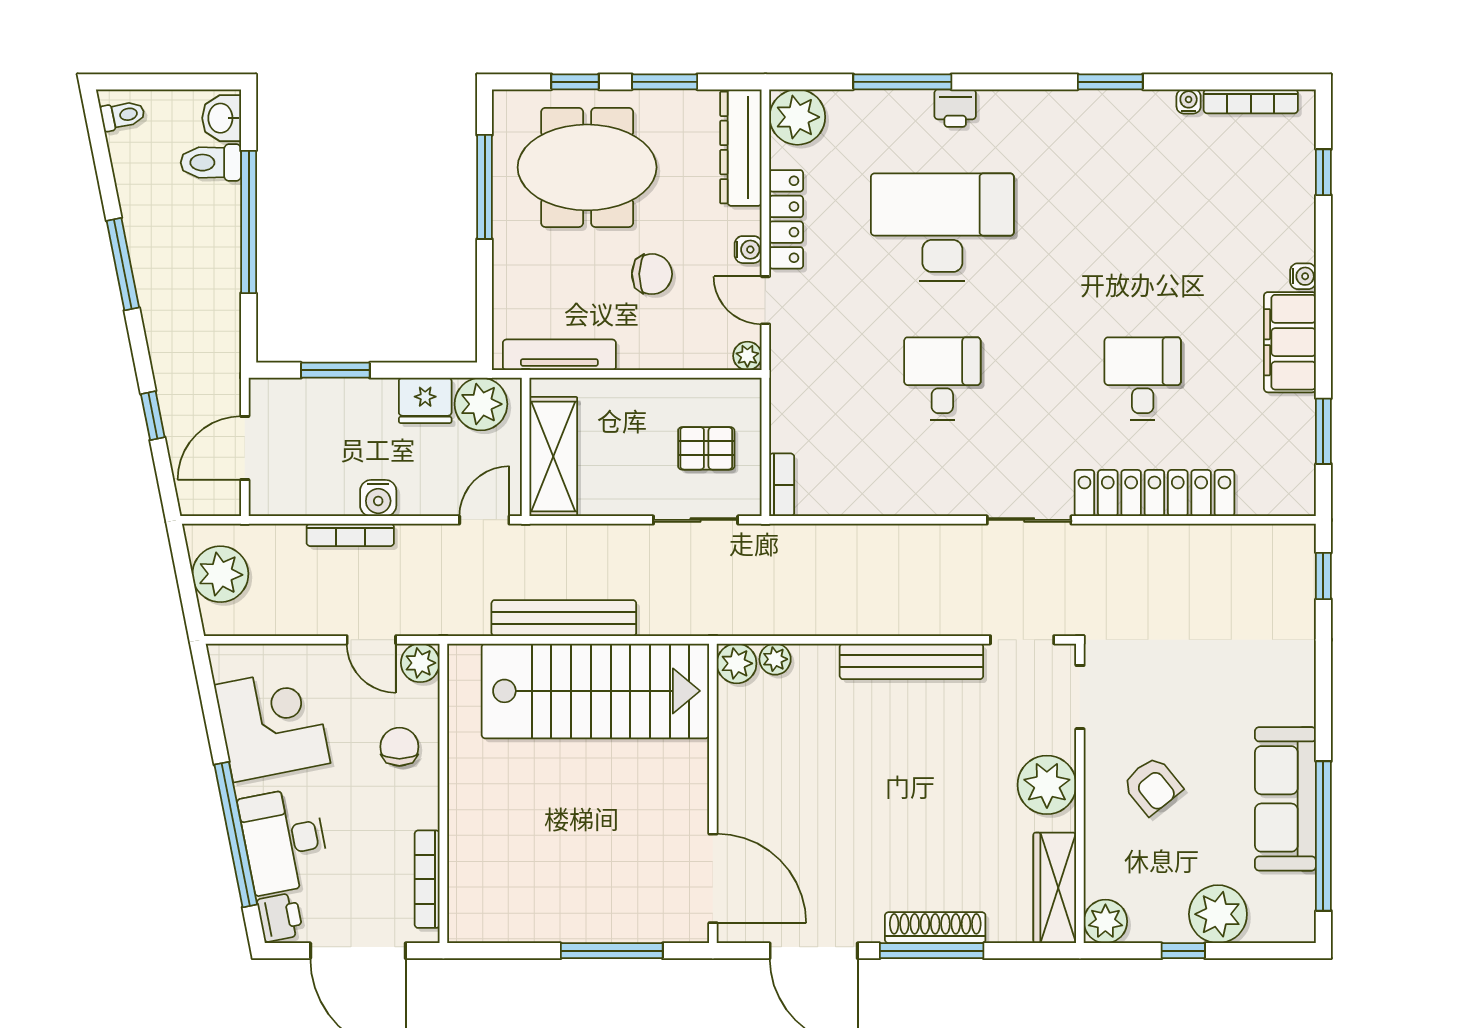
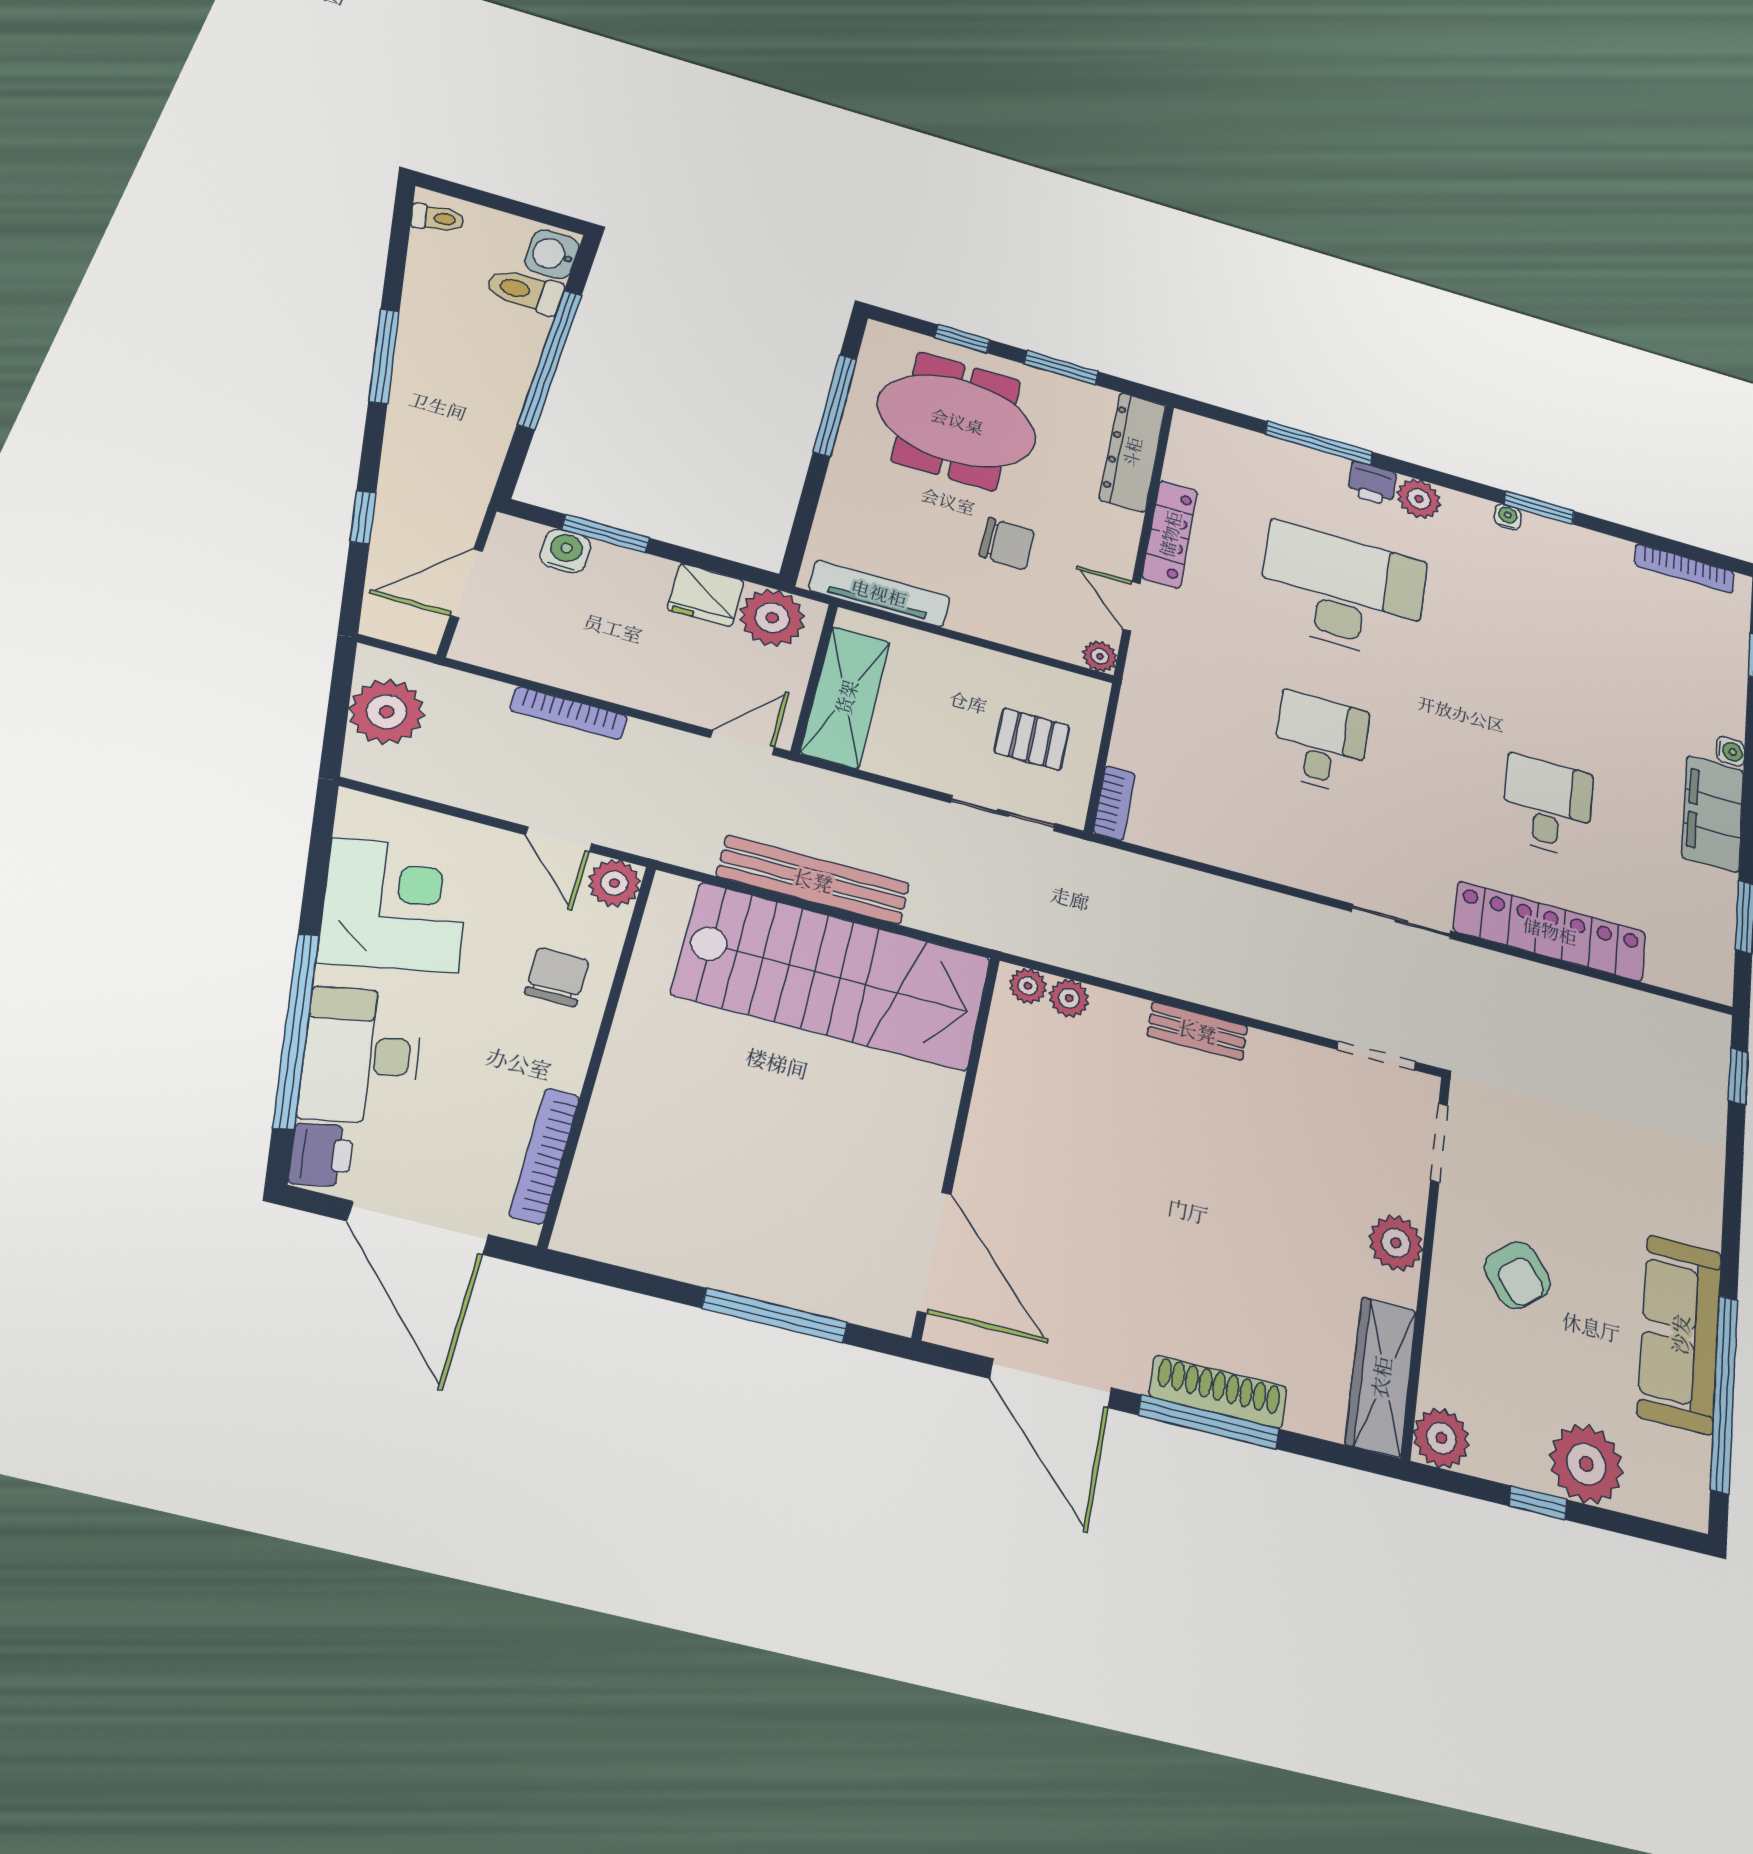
water cooler: (1189, 101) -> (1508, 517), moved
plant: (797, 117) -> (1419, 499), moved, width x0.73, depth x0.73
water cooler: (748, 250) -> (1122, 551), removed
water cooler: (378, 498) -> (565, 551), moved, turned 180
bench: (911, 661) -> (1197, 1031), width x0.54, depth x0.82
plant: (737, 663) -> (1028, 986), width x0.73, depth x0.73
plant: (1047, 785) -> (1396, 1243), width x0.73, depth x0.73

